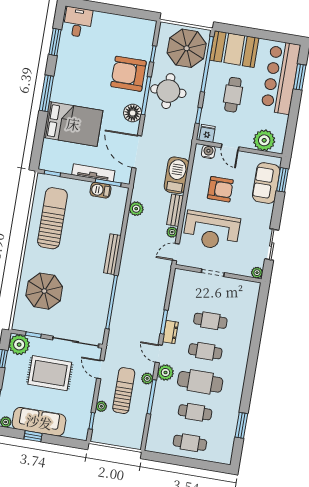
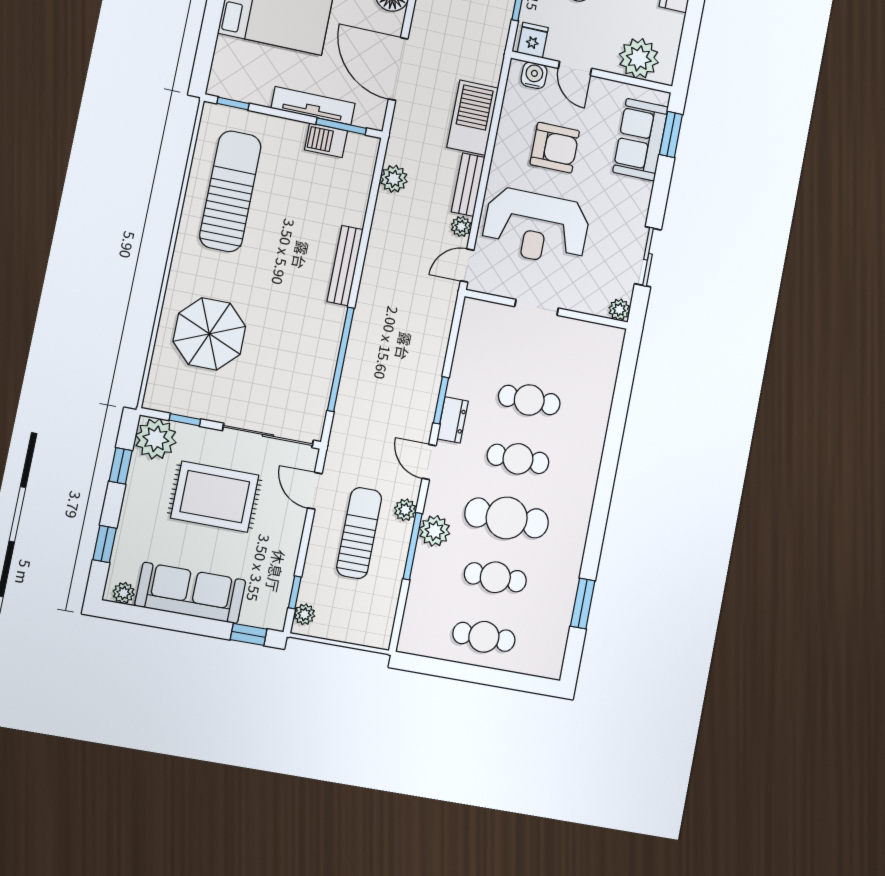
plant: (165, 372) -> (435, 531), moved
plant: (101, 406) -> (304, 614), moved
window: (33, 436) -> (249, 634), moved

